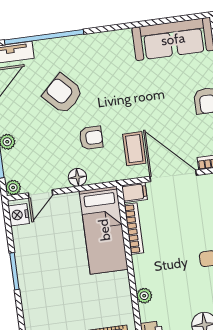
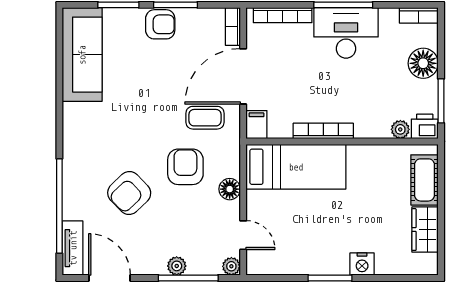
armchair: (91, 138) -> (185, 167), width x1.38, depth x1.38
nightstand: (19, 215) -> (362, 264), moved
bookcase: (134, 229) -> (323, 131), moved
plant: (144, 296) -> (400, 129), moved

